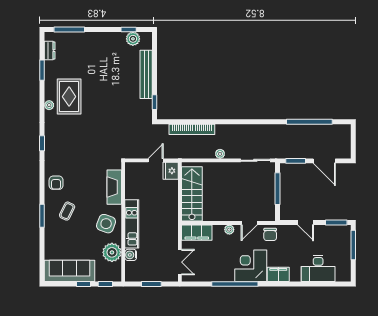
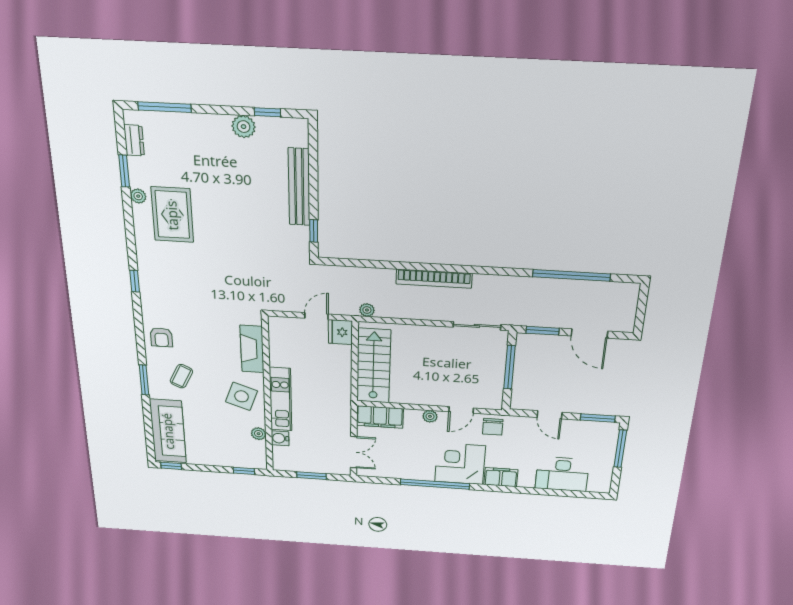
plant: (133, 39) -> (244, 127), moved
plant: (49, 105) -> (138, 196), moved
bookcase: (192, 129) -> (434, 279), moved
plant: (220, 154) -> (367, 310), moved
plant: (112, 252) -> (259, 434), width x0.53, depth x0.53
sofa: (70, 271) -> (168, 431), moved, turned 90
window: (84, 284) -> (171, 466), moved

